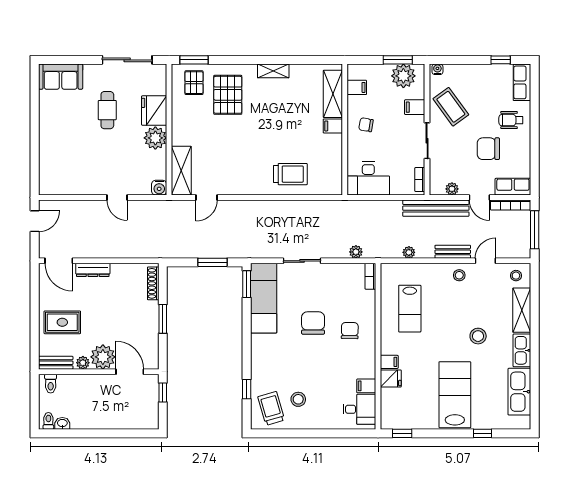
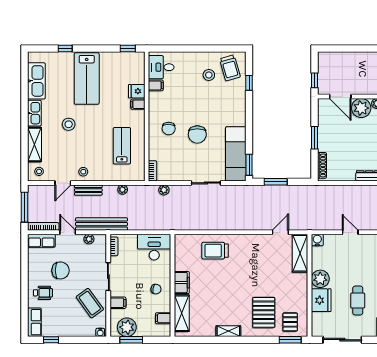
filing cabinet: (333, 126) -> (182, 283), width x2.00

